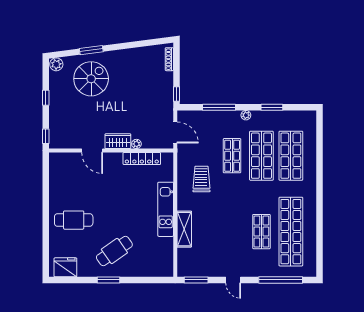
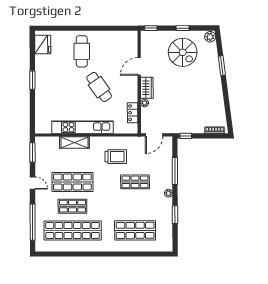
spiral stairs: (91, 79) -> (183, 52), moved
shop shelf: (261, 156) -> (72, 182), moved
locker: (142, 158) -> (133, 113), width x0.66
kitchen unit: (166, 209) -> (83, 127), width x1.36
cafe table: (114, 251) -> (99, 87), moved
door: (233, 280) -> (33, 183), swing flipped

